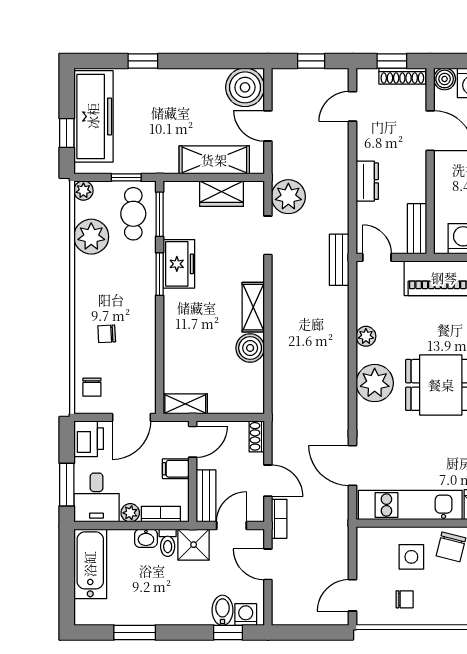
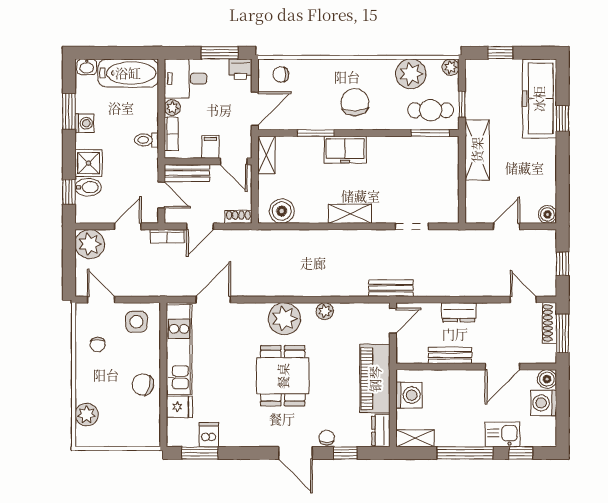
window: (392, 61) -> (563, 333), width x1.50
shoe rack: (402, 76) -> (550, 323), moved
boiler: (245, 87) -> (547, 214), width x0.54, depth x0.54
freezer: (93, 116) -> (539, 99), moved, turned 90
shelving: (214, 160) -> (477, 150), moved
wardrobe: (221, 194) -> (448, 186), removed
plant: (288, 197) -> (90, 244), moved
bench: (417, 229) -> (450, 355), moved
freezer: (179, 264) -> (345, 150), moved
window: (160, 274) -> (316, 133), moved
chair: (107, 334) -> (355, 102), moved, width x1.87, depth x1.87
boiler: (250, 348) -> (282, 211), moved
door: (132, 417) -> (255, 109), swing flipped
printer: (89, 439) -> (240, 69), width x0.73, depth x0.81
window: (67, 485) -> (220, 53), moved
washbasin: (146, 538) -> (87, 67), moved, turned -90
shower: (194, 545) -> (89, 163), moved
side table: (411, 557) -> (136, 322), moved
washing machine: (246, 615) -> (84, 123), moved

